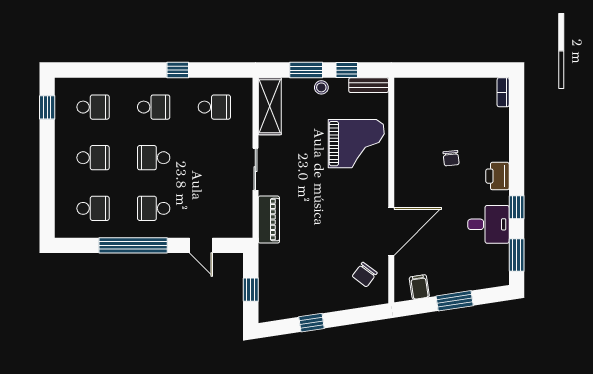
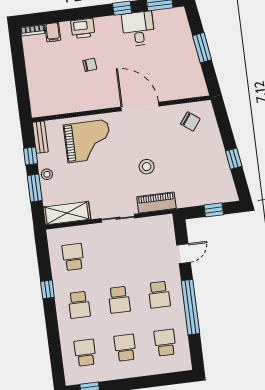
school desk: (154, 107) -> (79, 305), turned 180
grand piano: (356, 144) -> (88, 141), turned 90
printer: (497, 176) -> (83, 28), moved
stool: (315, 213) -> (147, 167), added
door: (391, 231) -> (140, 106), moved
filing cabinet: (419, 287) -> (53, 32), moved, turned -81

